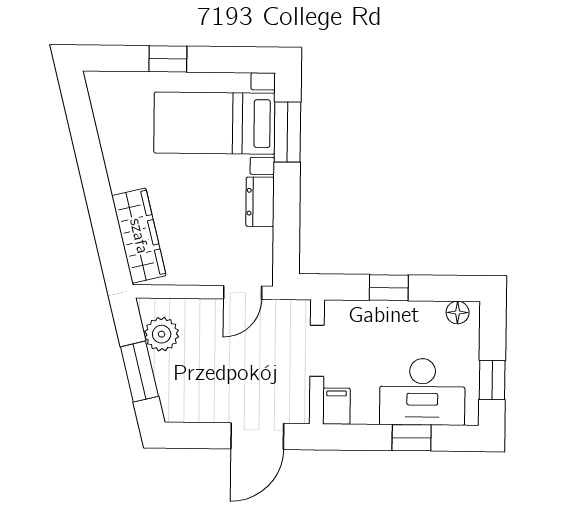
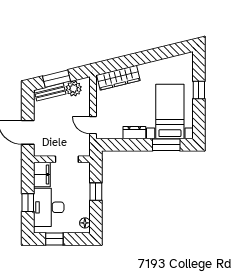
bench: (169, 386) -> (50, 92), added
filing cabinet: (336, 406) -> (42, 174), width x2.00

